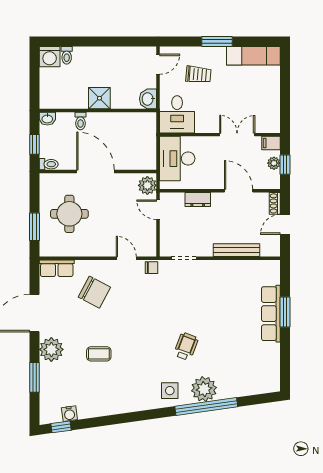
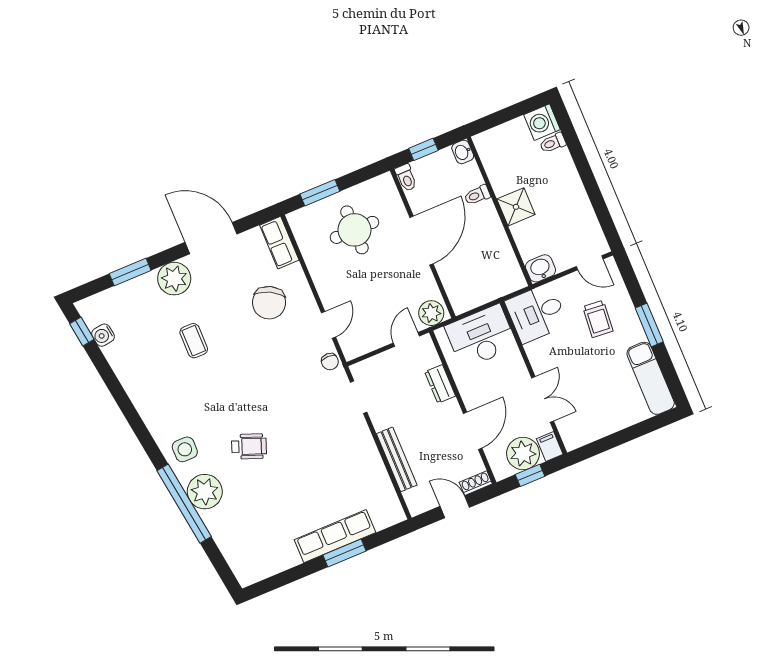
plant: (274, 163) -> (523, 453), width x1.88, depth x1.88

